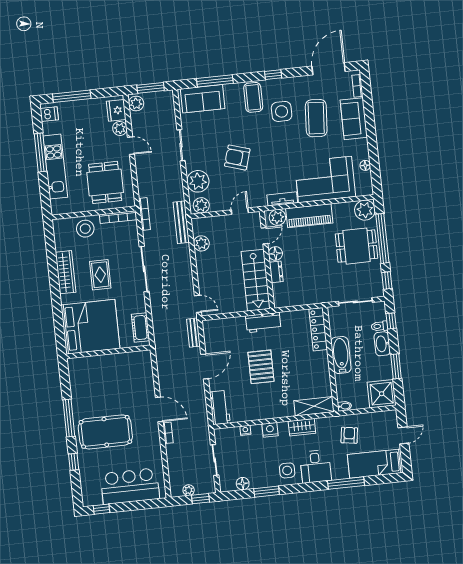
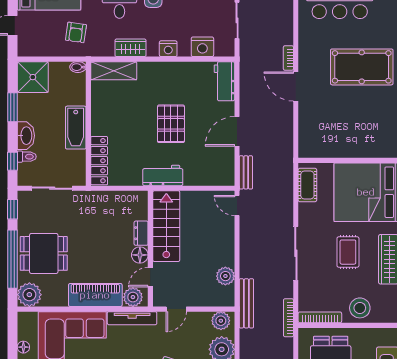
tv unit: (282, 199) -> (132, 318), width x1.41
nightstand: (245, 430) -> (202, 47), width x1.89, depth x1.79

